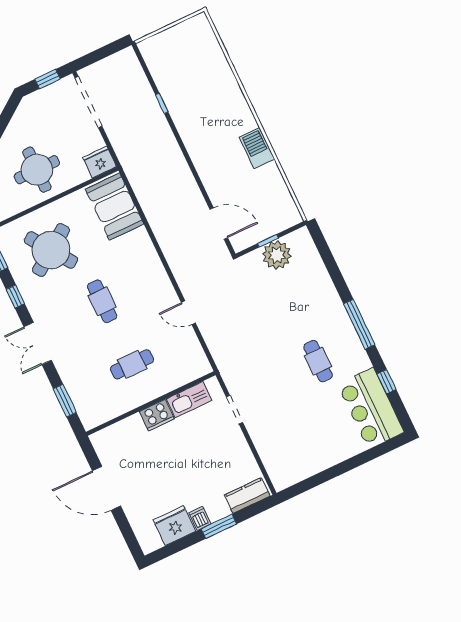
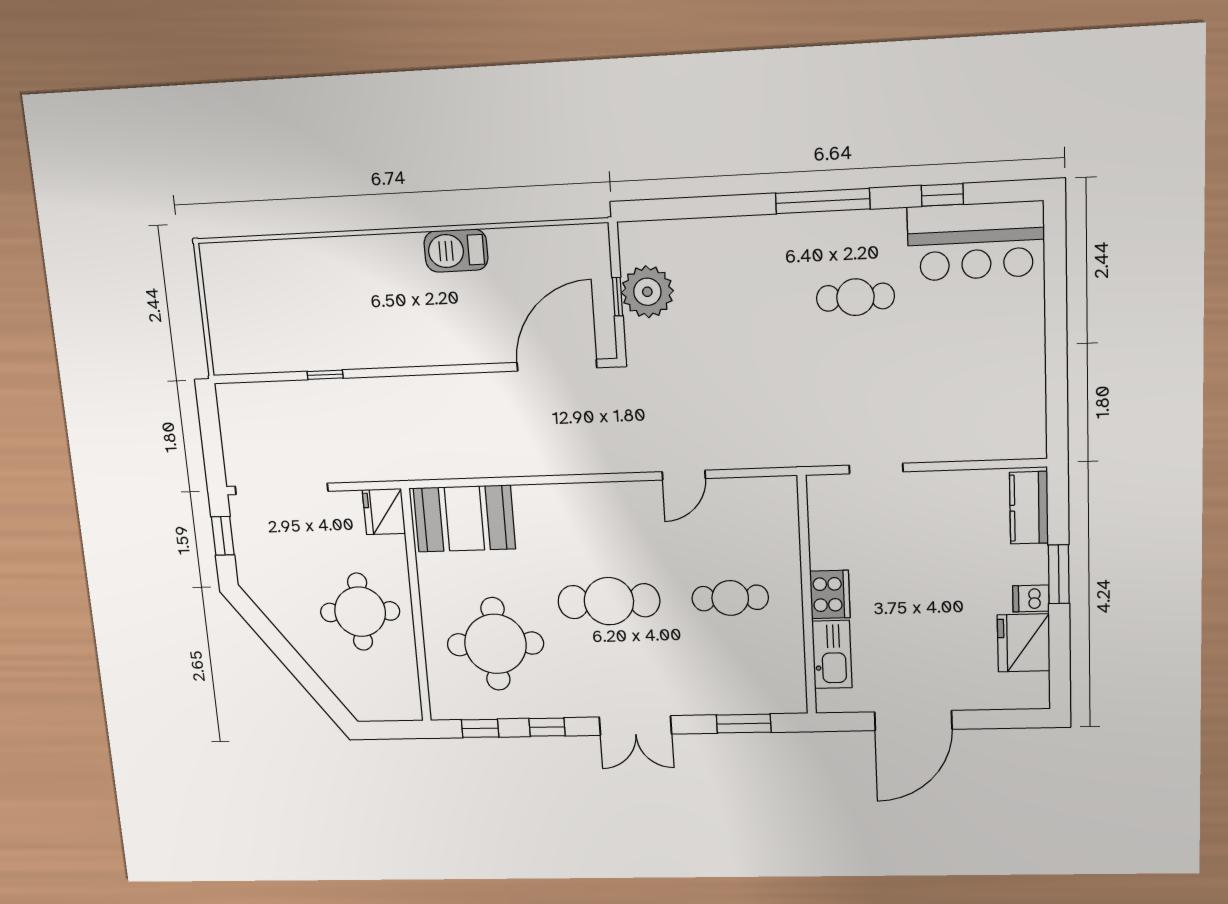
door: (219, 223) -> (557, 365), width x1.36
round table: (51, 250) -> (495, 644), turned 35
cafe table: (102, 301) -> (609, 601), width x1.37, depth x1.35
cafe table: (132, 364) -> (730, 598), turned 90
kitchen sink: (189, 400) -> (832, 654), moved

